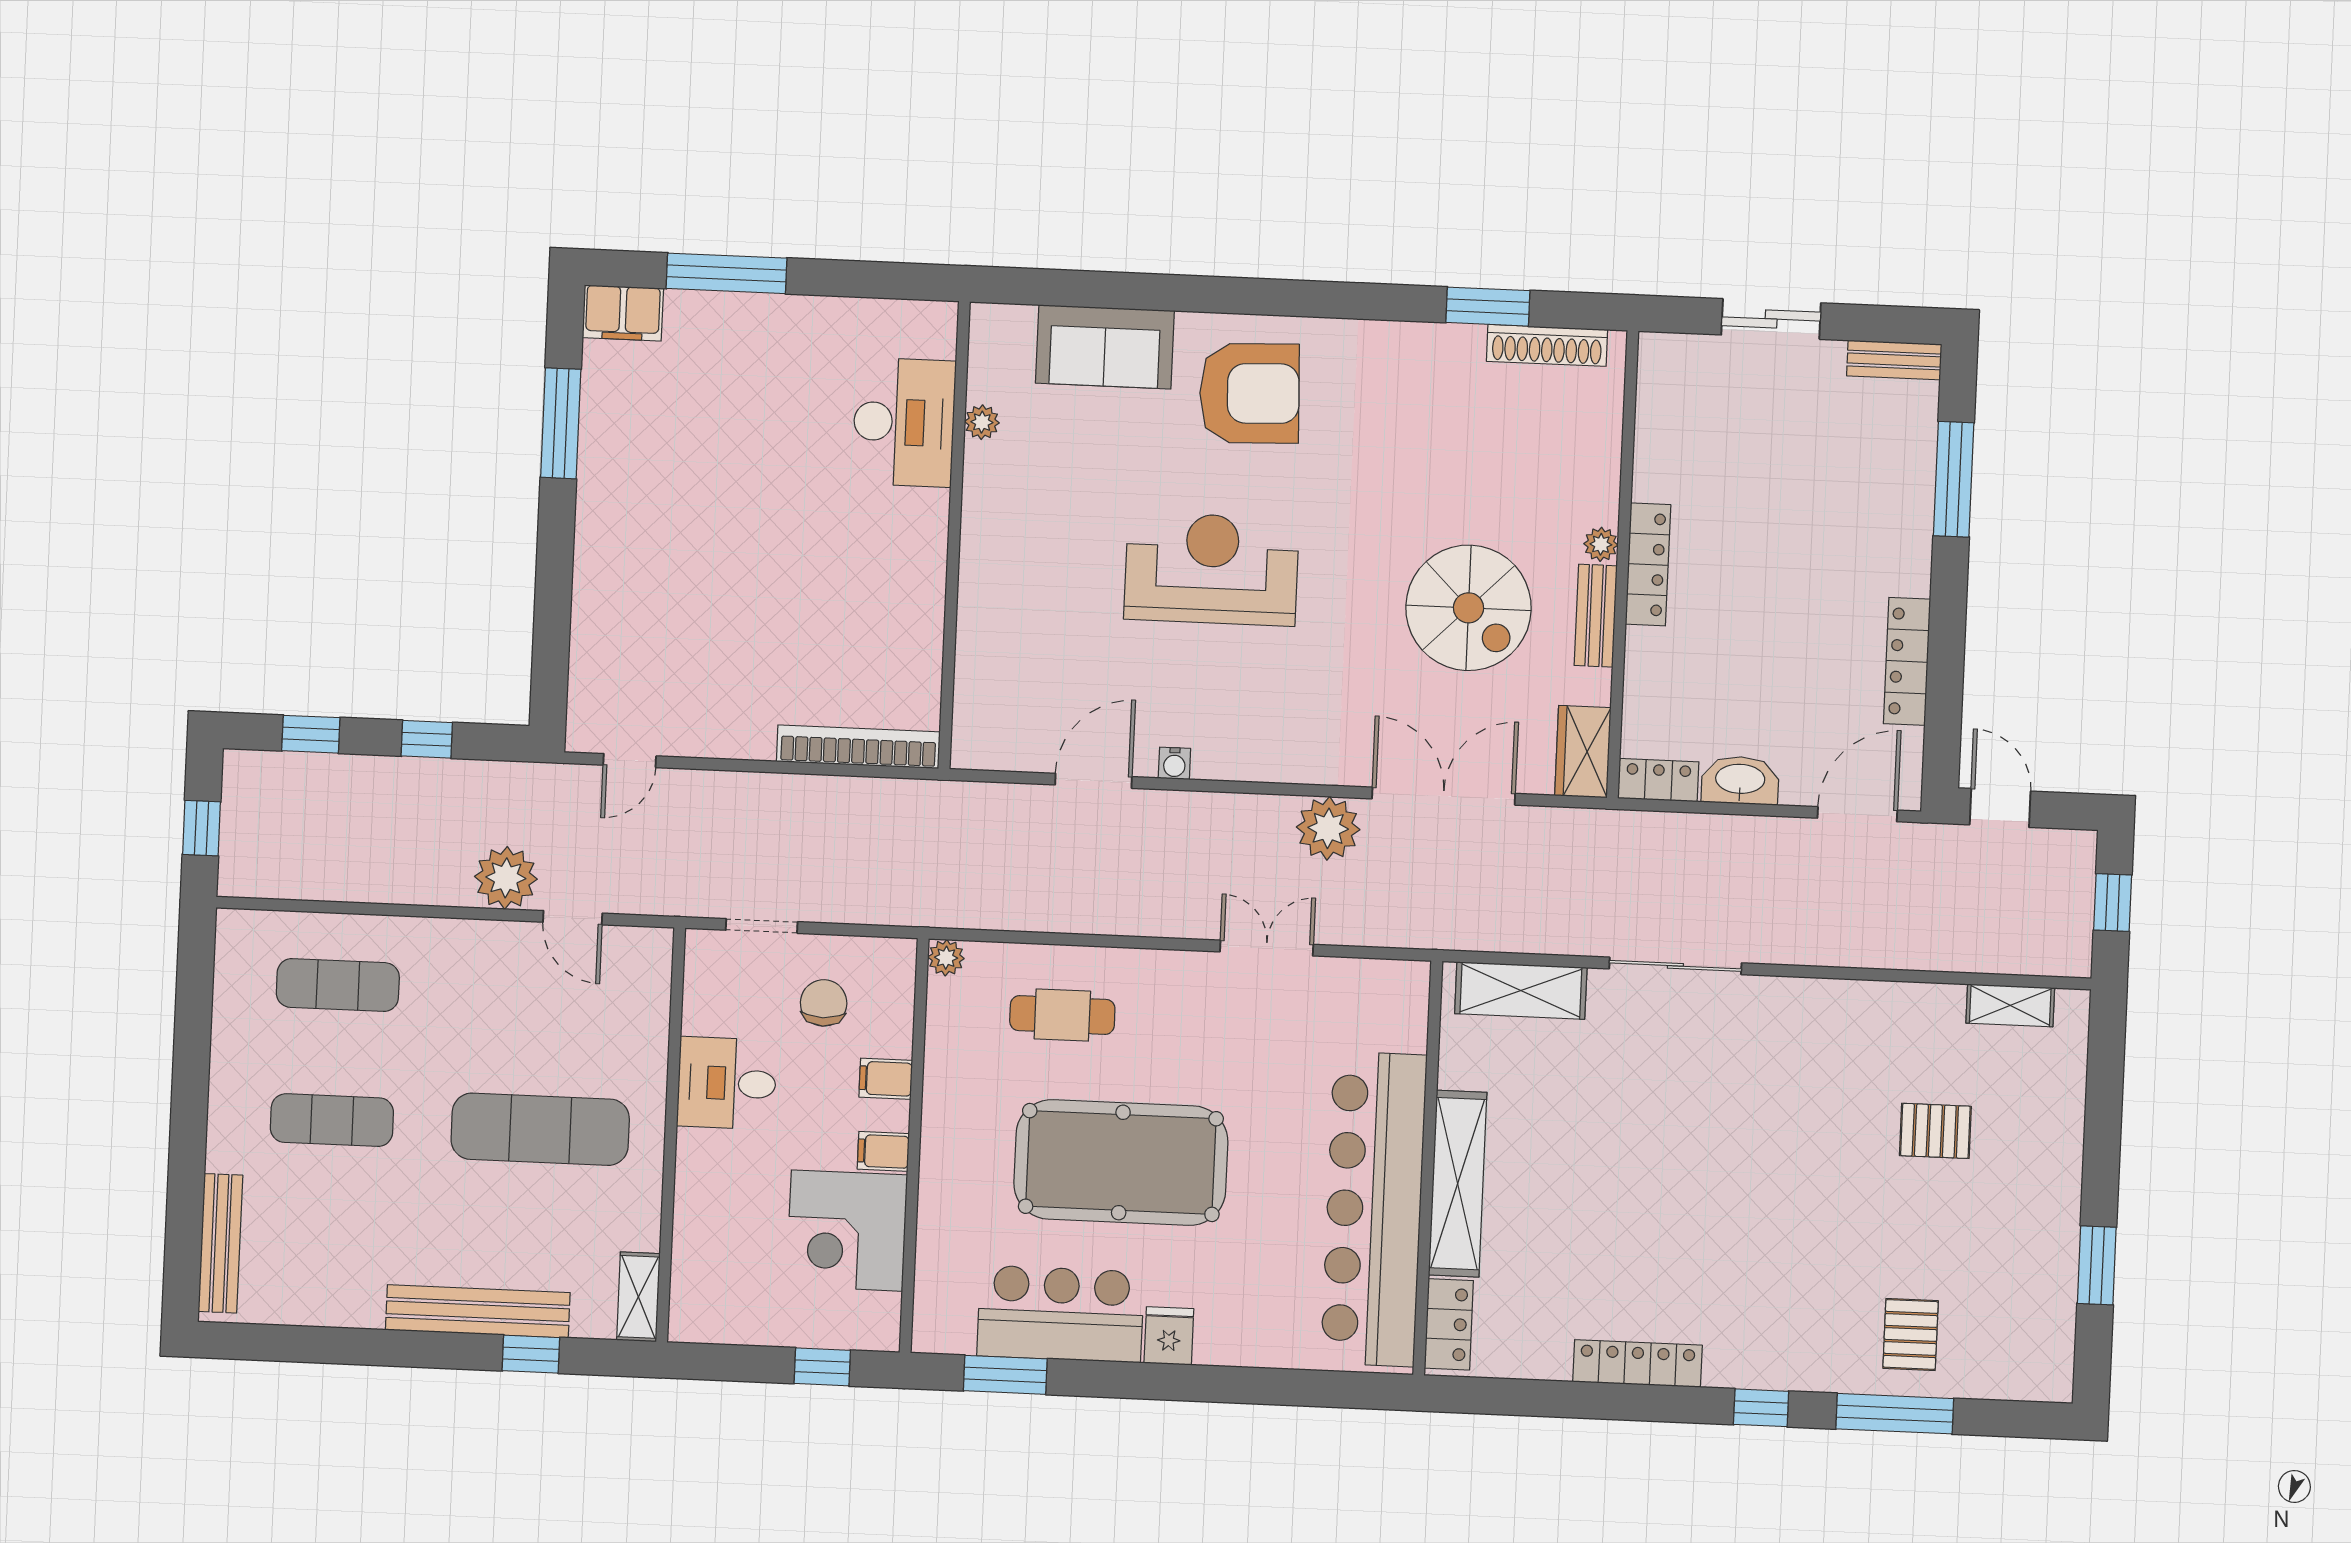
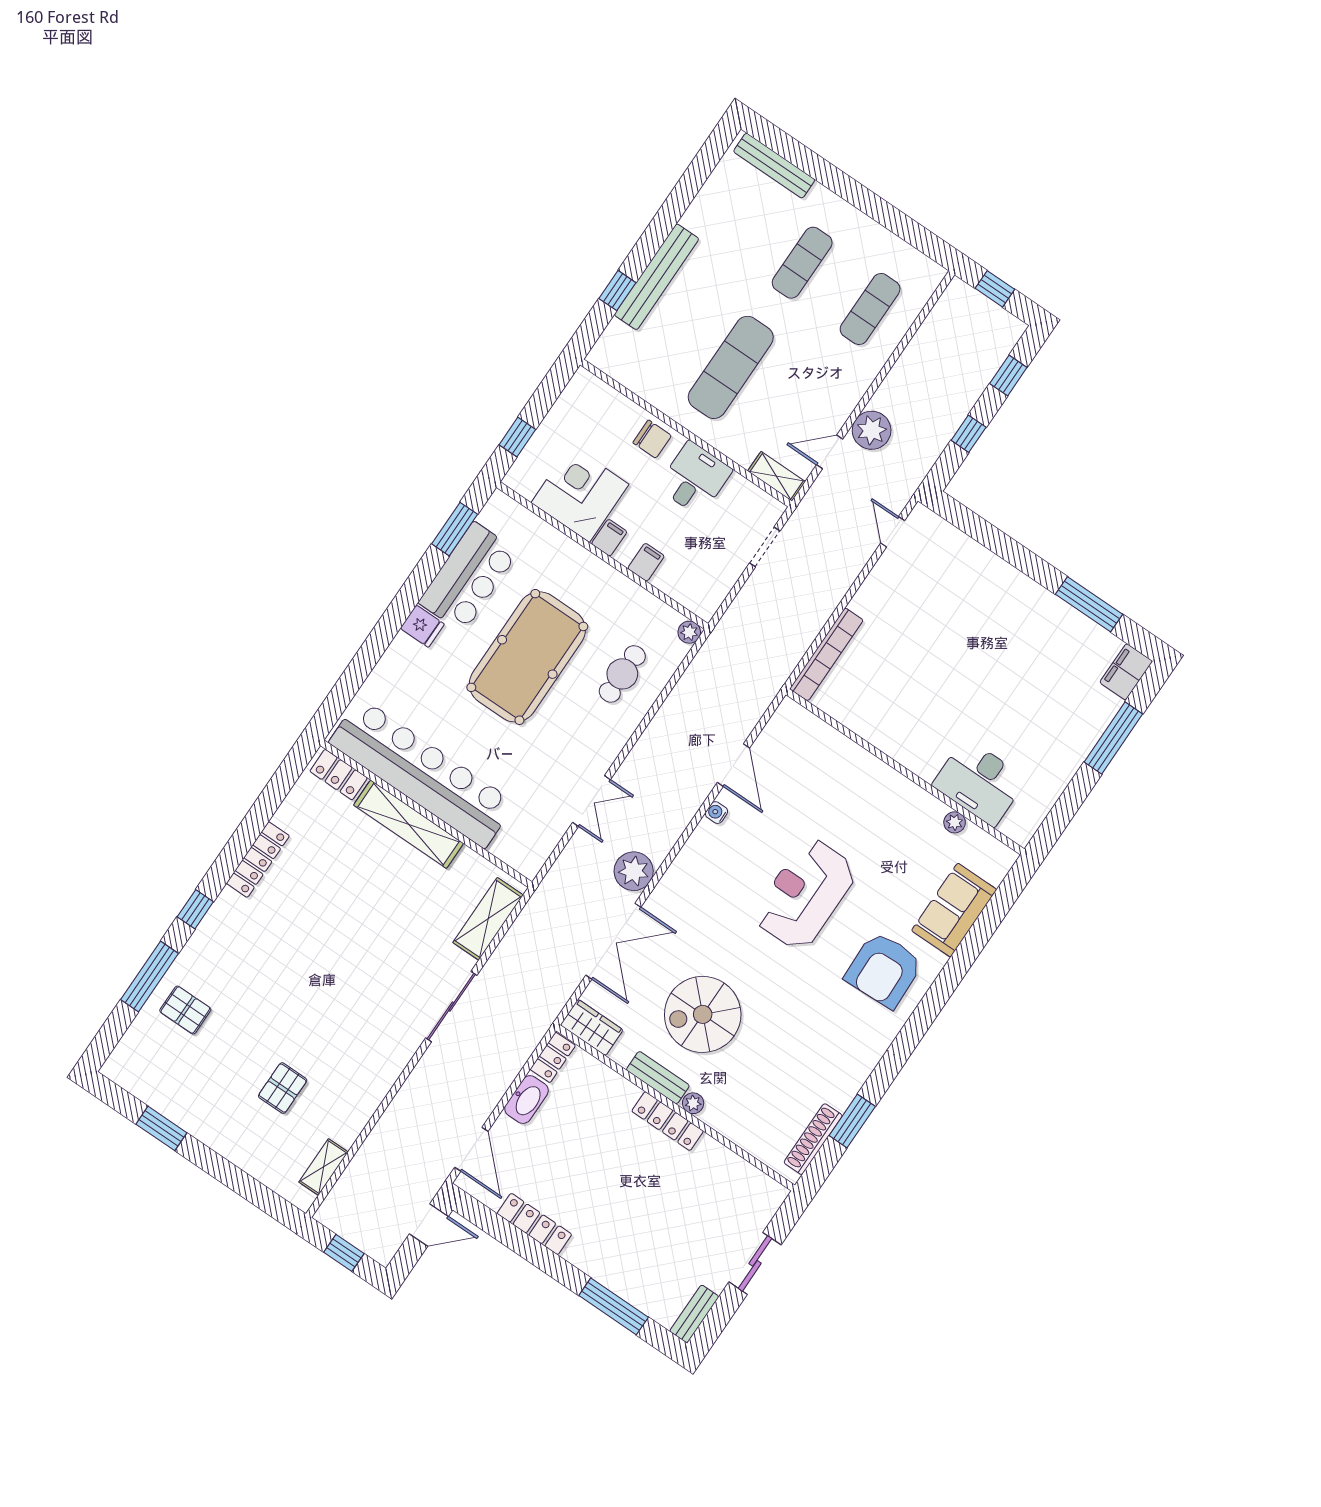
reception desk: (1212, 569) -> (805, 894), turned 180
chair: (824, 1003) -> (652, 439), moved
shelving: (638, 1297) -> (777, 476), moved

